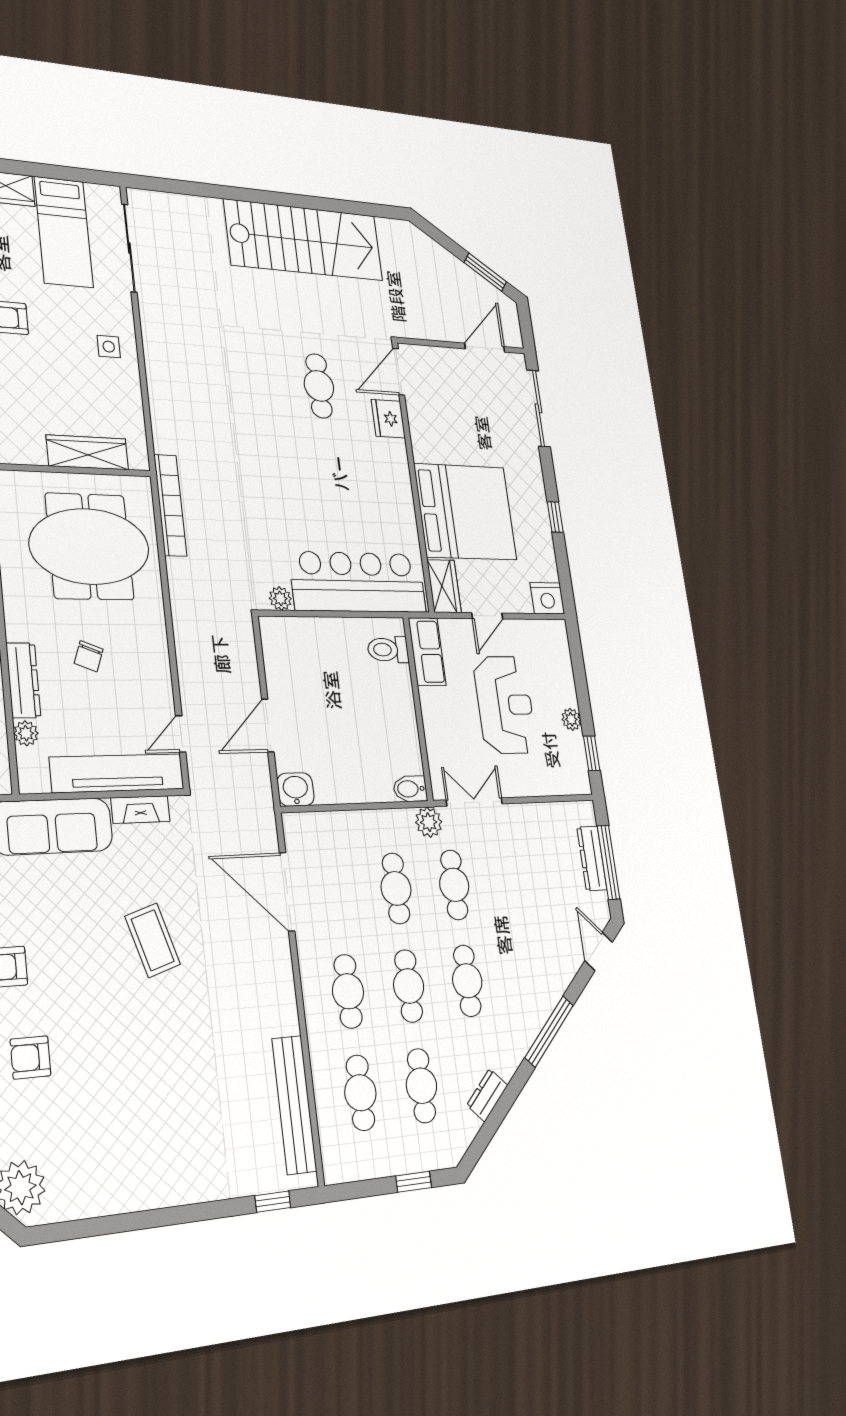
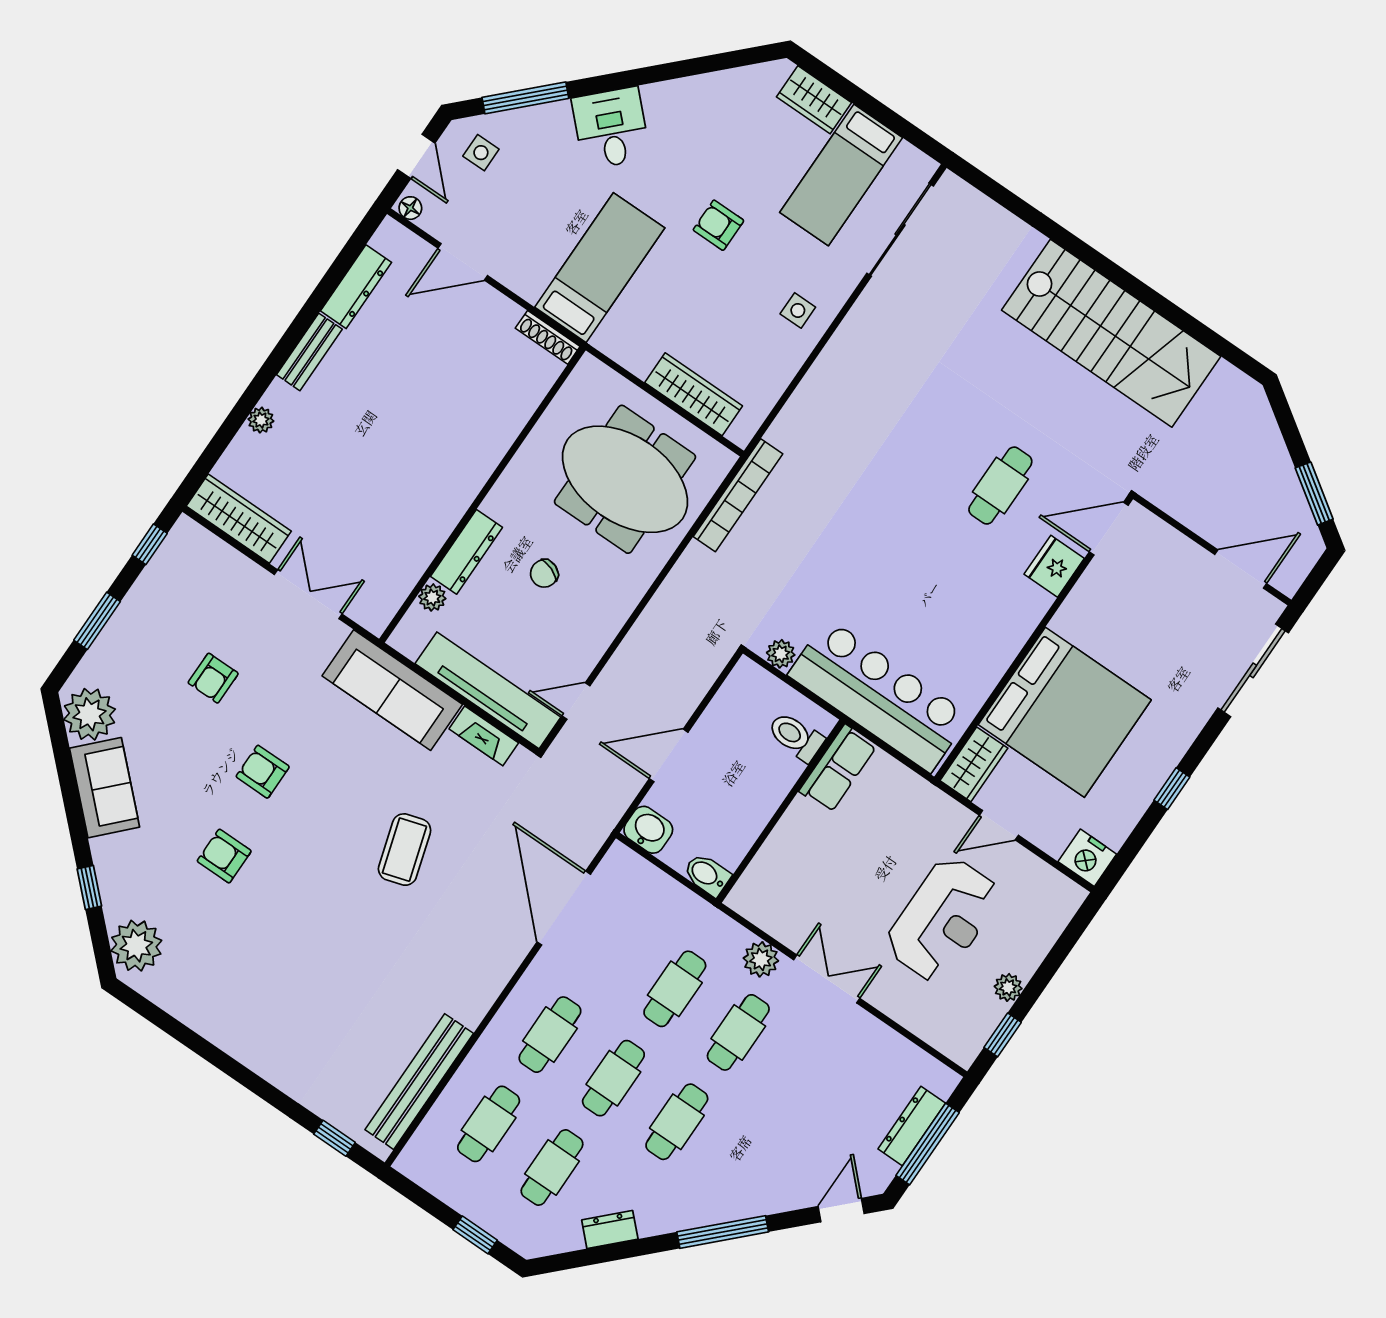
toilet: (388, 650) -> (796, 737), moved
row of seats: (427, 652) -> (838, 769), moved
wall: (418, 708) -> (781, 811), moved
bidet: (410, 789) -> (707, 875), moved

